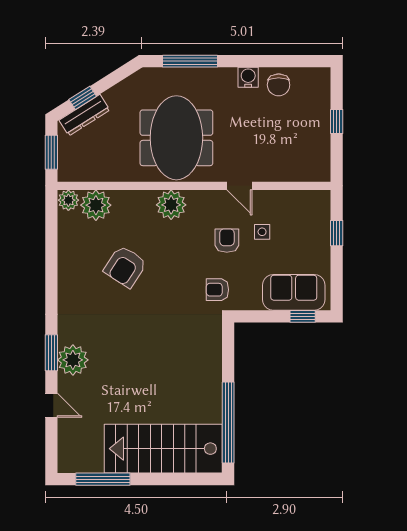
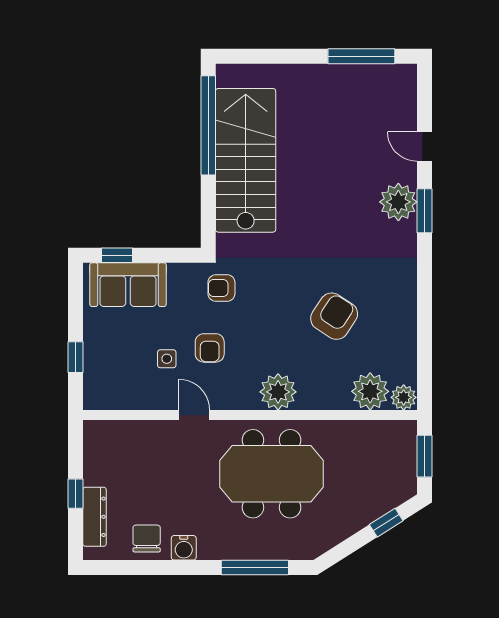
dresser: (84, 115) -> (94, 517), moved, turned 122
meeting table: (176, 138) -> (272, 474), turned 90
armchair: (217, 290) -> (221, 288), turned 180
stairs: (163, 449) -> (246, 160), moved, turned -90

